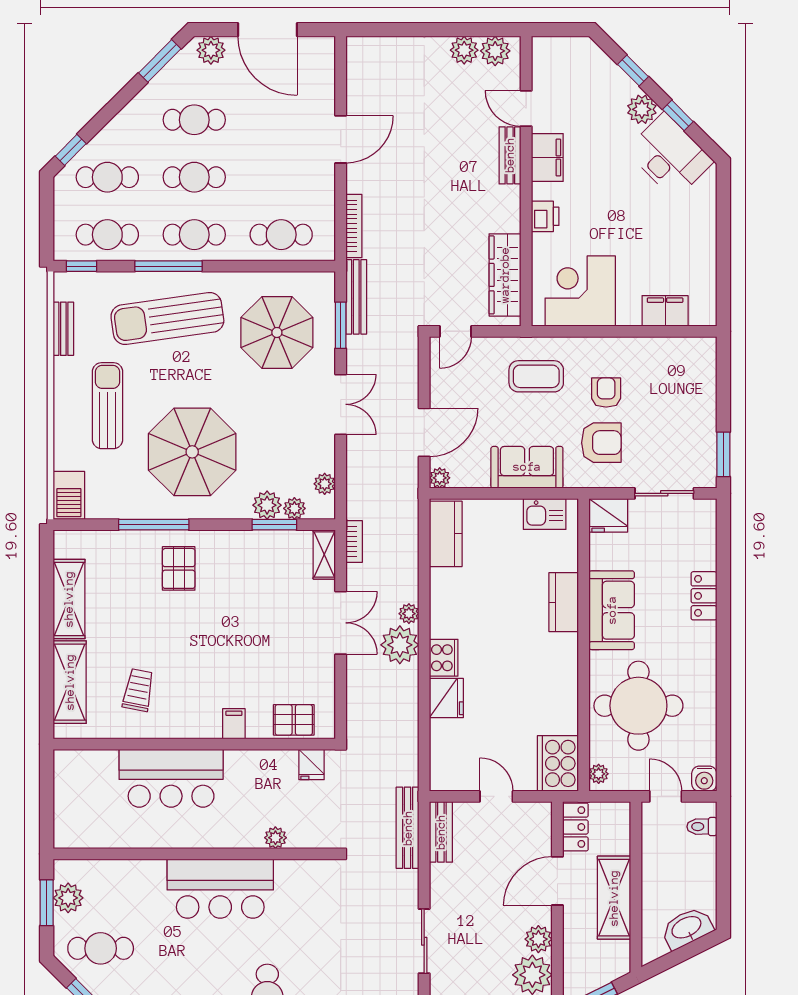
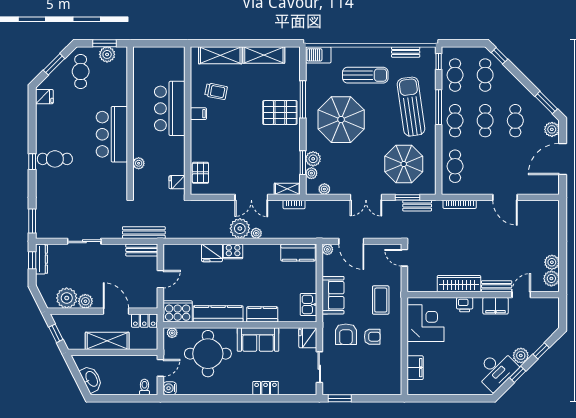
wardrobe: (505, 275) -> (459, 284), moved
bench: (356, 297) -> (417, 206), width x0.73
pallet: (179, 568) -> (280, 112), width x1.50, depth x1.42
kitchen counter: (563, 686) -> (218, 314), added
filing cabinet: (234, 724) -> (198, 114), moved

